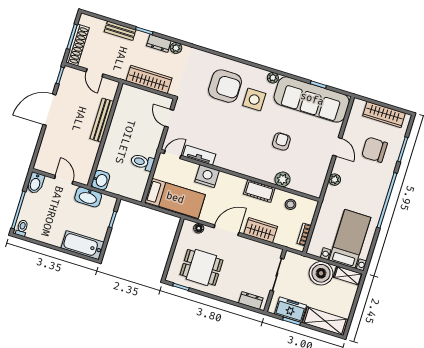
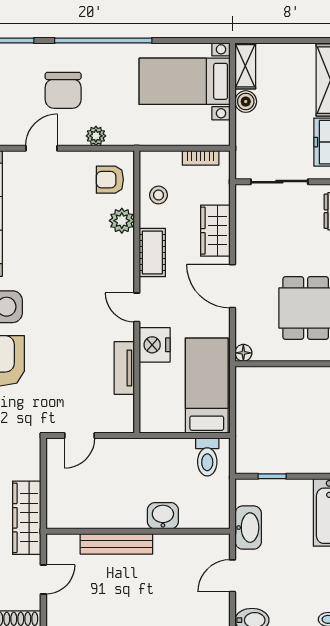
wardrobe: (149, 80) -> (27, 518), moved
armchair: (281, 142) -> (110, 180), moved
chair: (374, 150) -> (63, 90), moved
door: (172, 154) -> (137, 307), moved
toilet: (142, 162) -> (207, 457), moved
washbasin: (101, 180) -> (163, 516), moved
floor lamp: (199, 228) -> (243, 353), moved
boiler: (321, 273) -> (246, 102), width x0.54, depth x0.54

